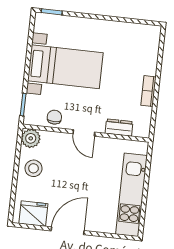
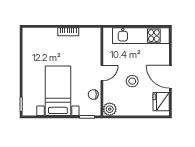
dresser: (119, 127) -> (96, 49), removed
stool: (34, 168) -> (132, 81), moved

